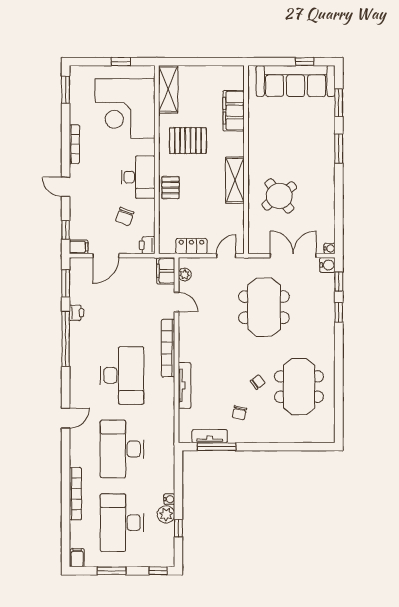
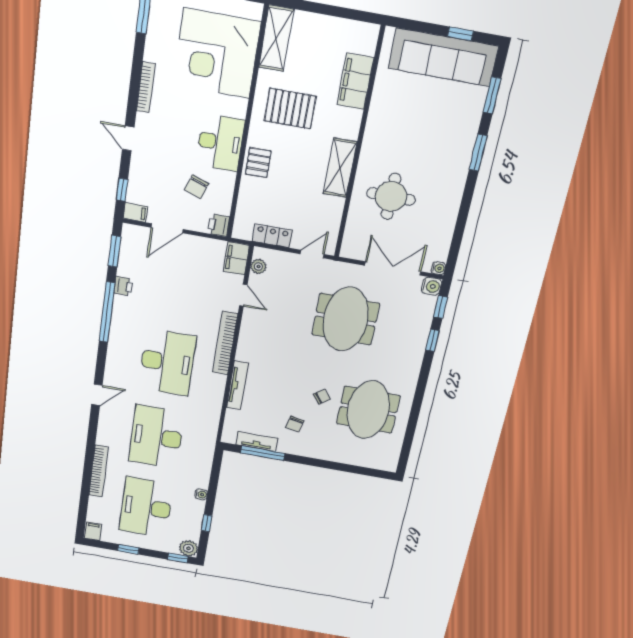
round table: (279, 196) -> (391, 196), turned 37
plant: (166, 514) -> (189, 548), moved
window: (112, 571) -> (128, 549), width x0.67

